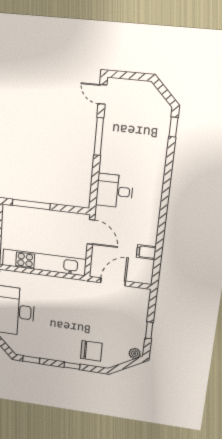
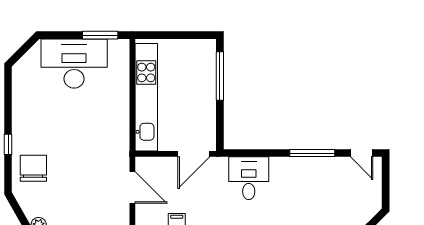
door: (102, 94) -> (362, 153), swing flipped
chair: (91, 351) -> (33, 168), turned 180
window: (31, 360) -> (8, 89), removed

